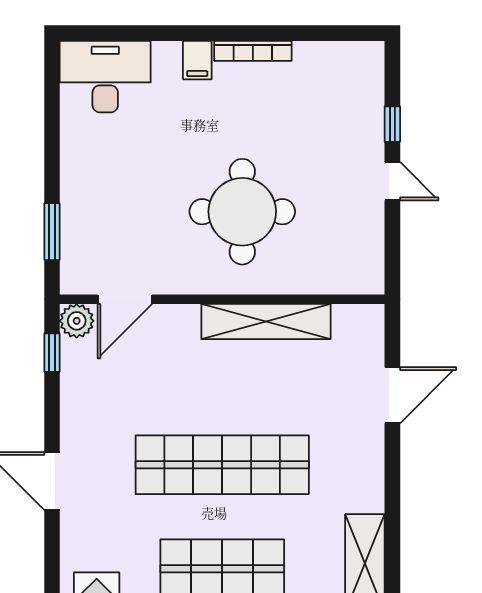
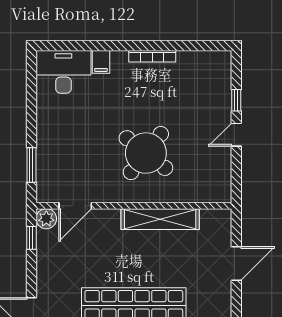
filing cabinet: (197, 60) -> (101, 62), moved
door: (392, 181) -> (236, 135), swing flipped
round table: (242, 212) -> (146, 153), turned 38

